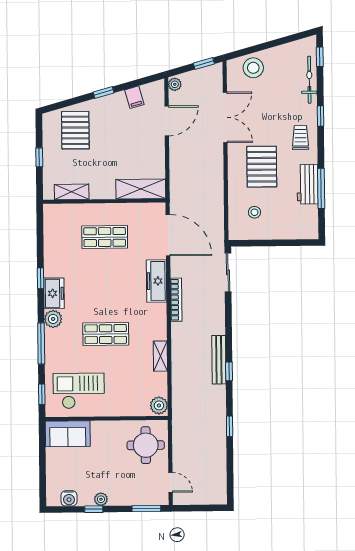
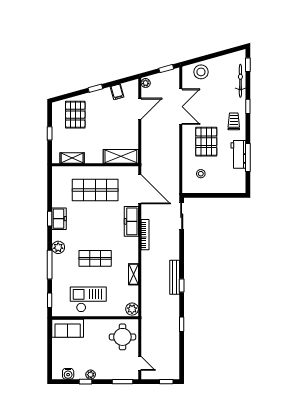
shop shelf: (105, 237) -> (95, 190), width x1.43, depth x1.36
freezer: (54, 293) -> (59, 219), moved
checkout: (79, 391) -> (88, 299), moved
window: (209, 508) -> (166, 382), added

